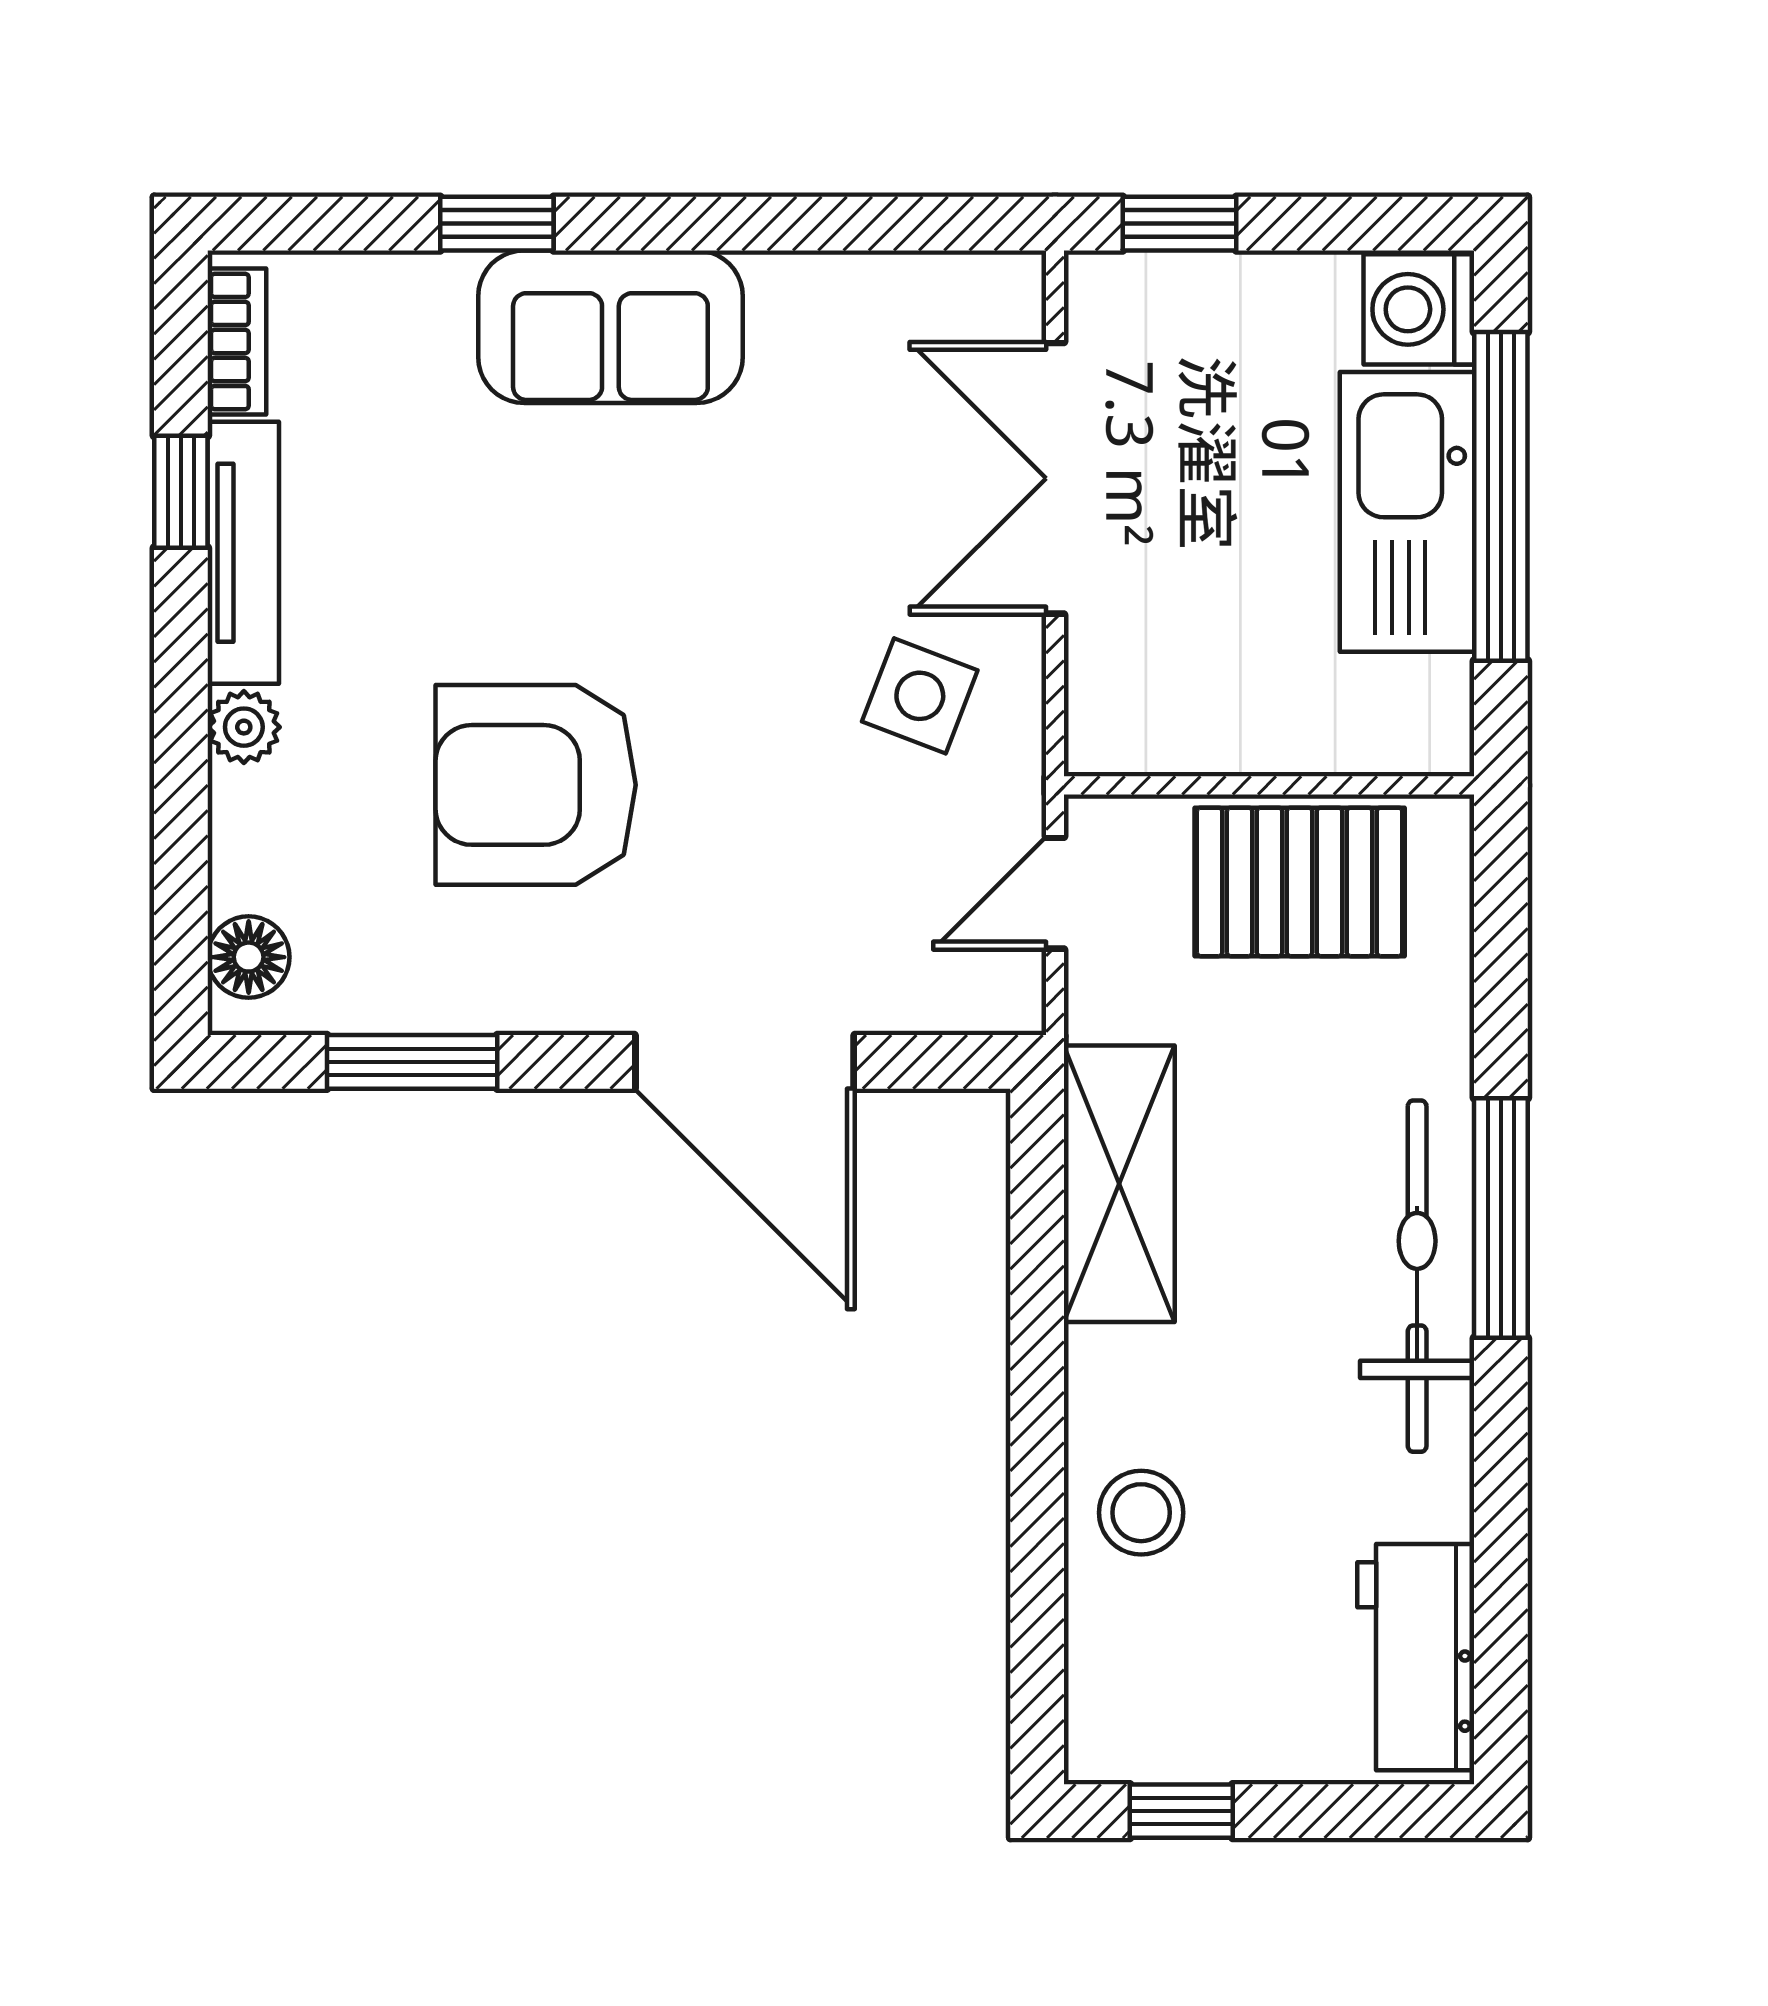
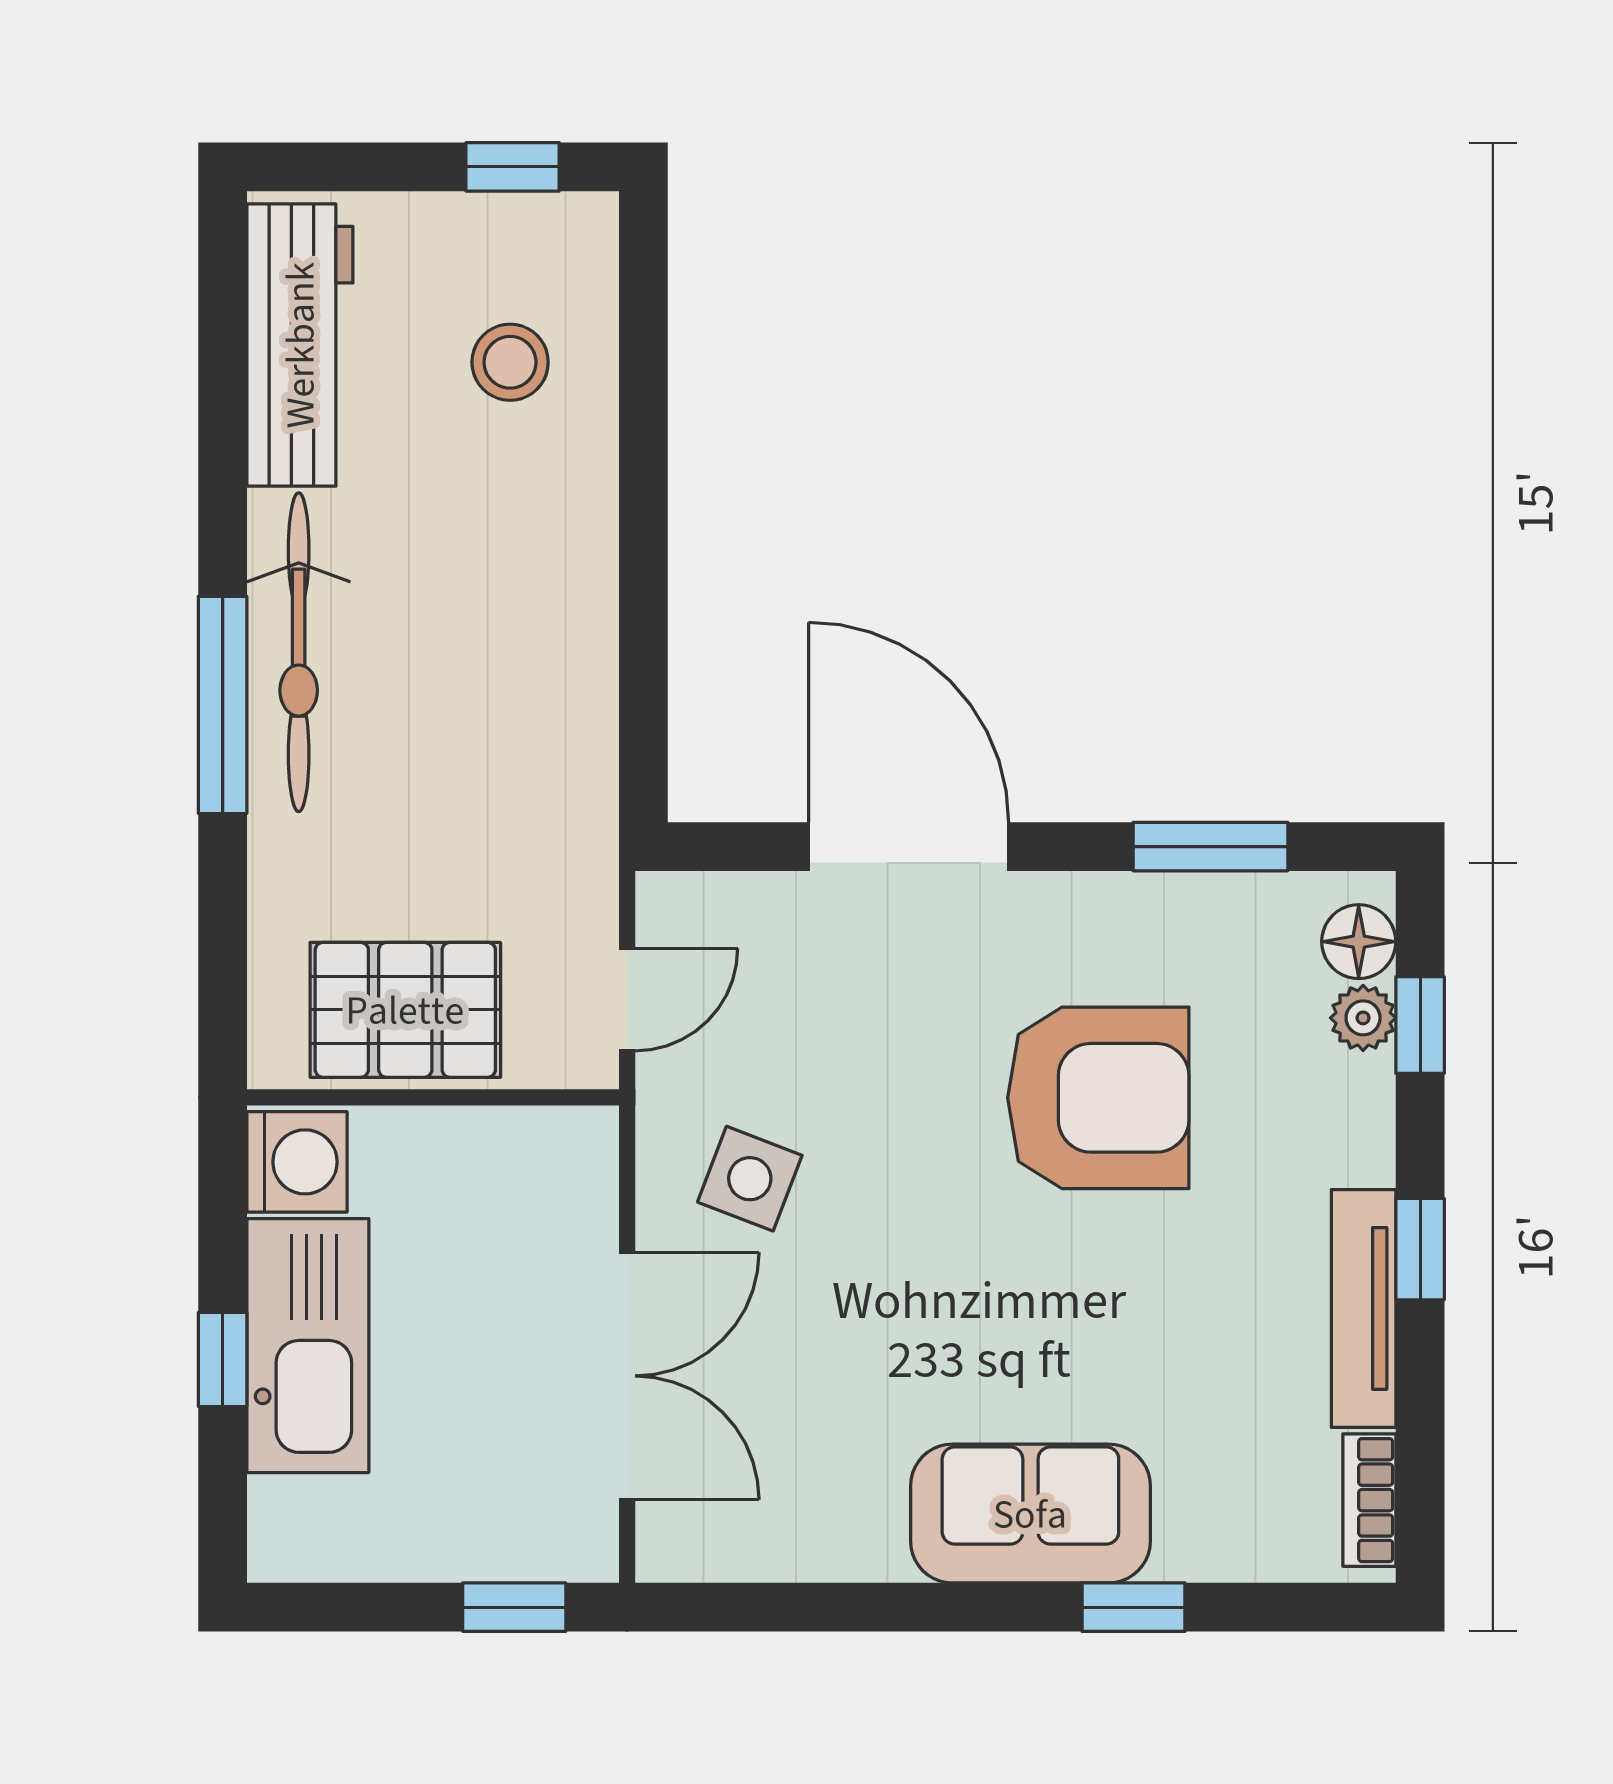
washing machine: (1419, 309) -> (297, 1162), moved
window: (181, 492) -> (1420, 1249), moved
window: (1501, 496) -> (223, 1359), width x0.32
plant: (244, 727) -> (1363, 1018), moved
window: (181, 865) -> (1420, 1025), added
shelving: (1119, 1184) -> (569, 736), removed
stool: (1141, 1513) -> (510, 362), moved
workbench: (1416, 1657) -> (300, 345), width x1.38

